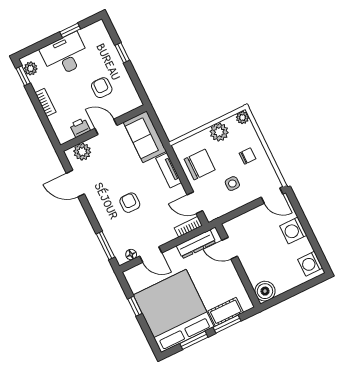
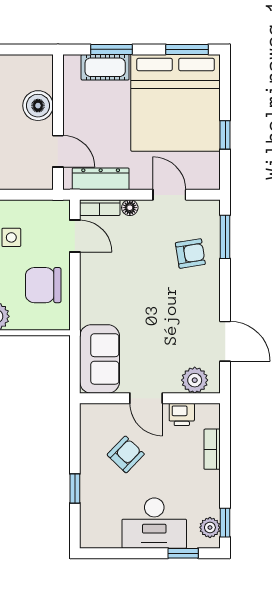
window: (70, 30) -> (183, 553), moved
armchair: (102, 88) -> (126, 454), turned -136
bookcase: (45, 102) -> (212, 449), moved
tv unit: (169, 170) -> (89, 297), removed
armchair: (130, 203) -> (190, 253), moved, turned -99
floor lamp: (131, 255) -> (130, 208), moved
boiler: (265, 291) -> (38, 106), moved
window: (194, 340) -> (187, 49), moved

